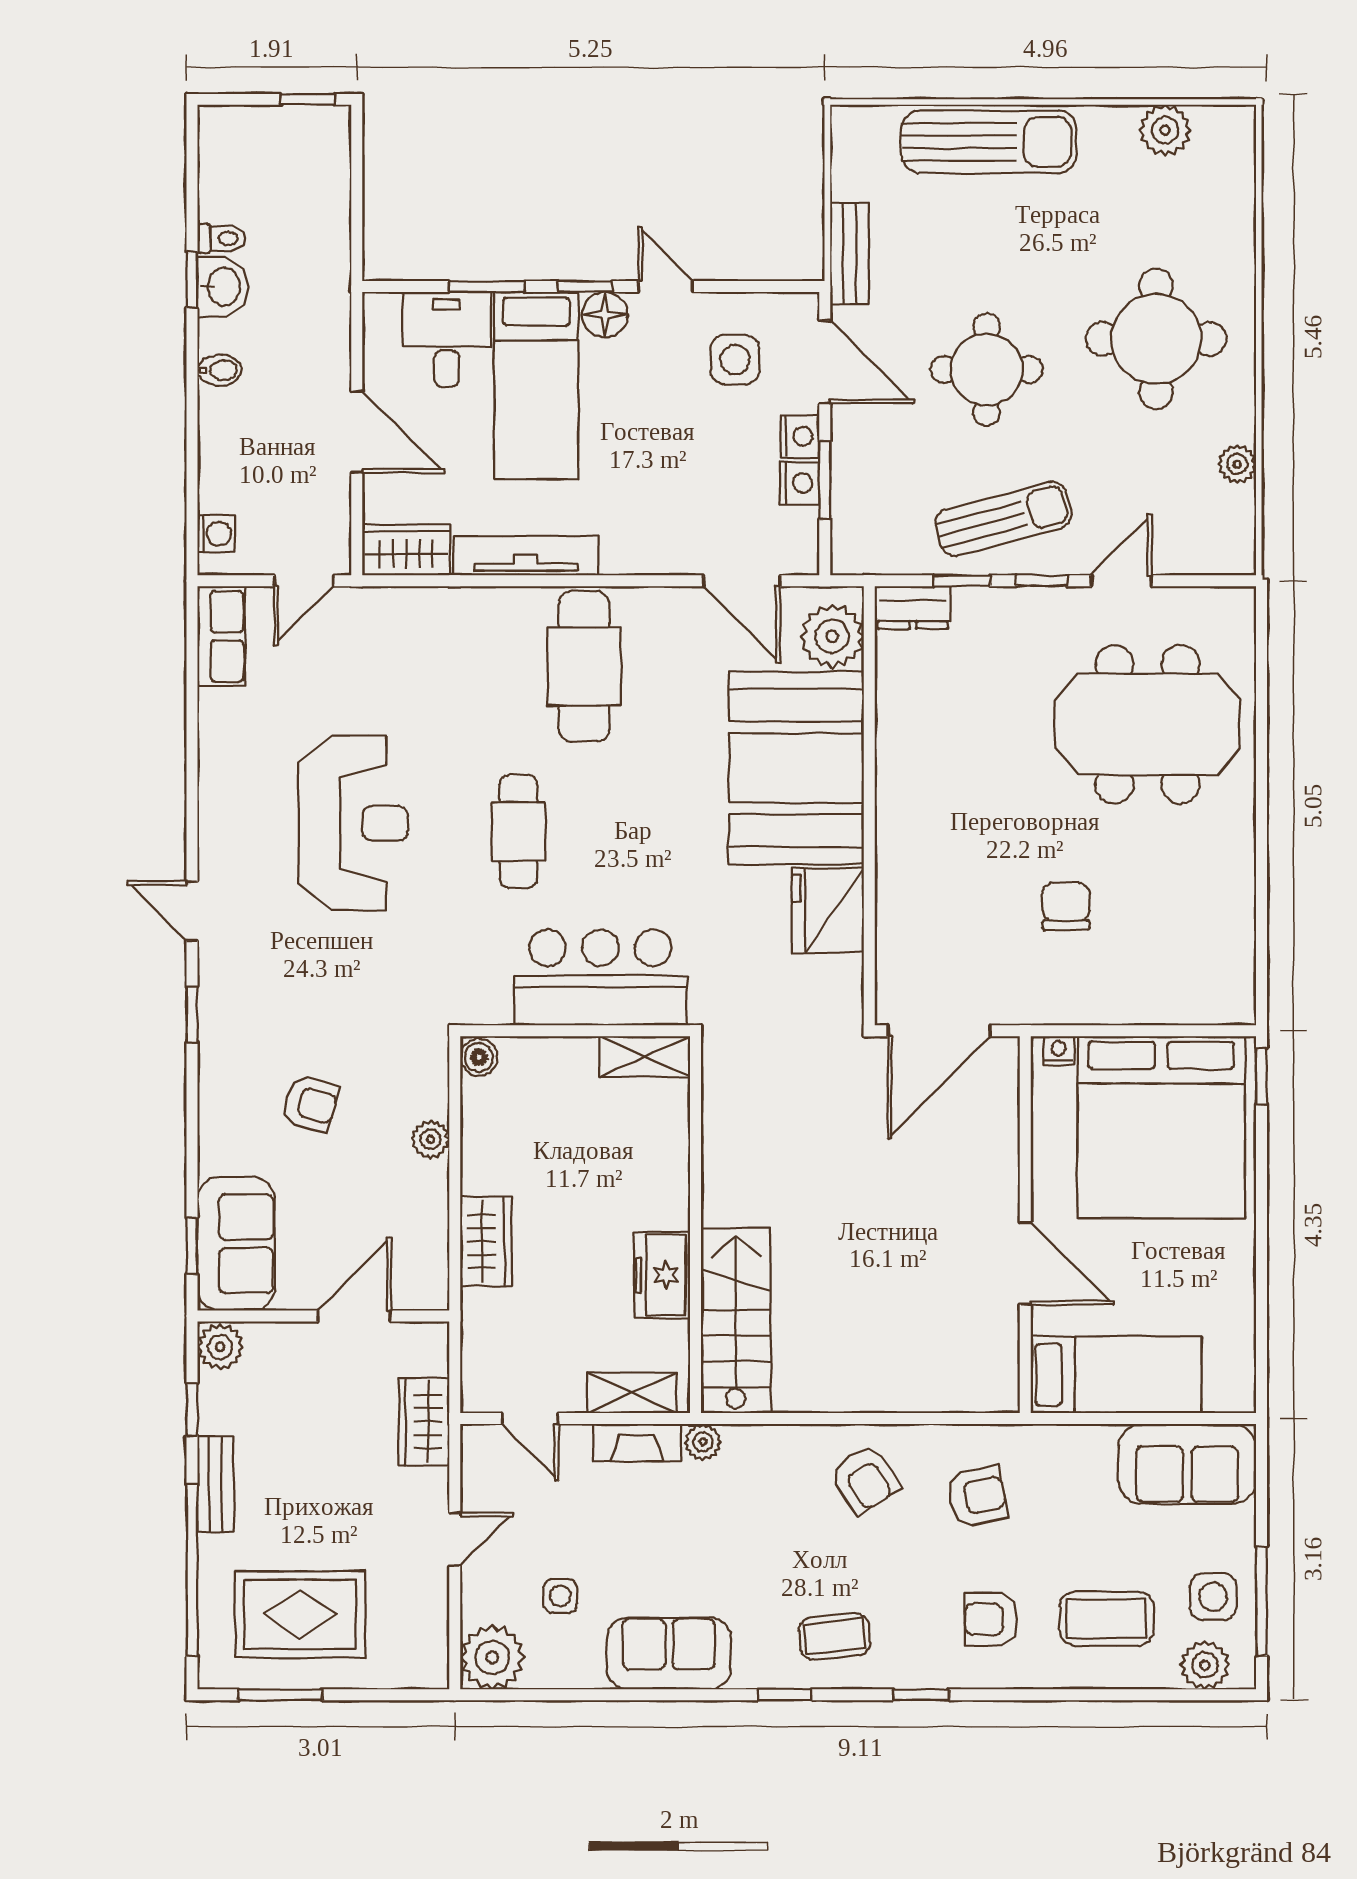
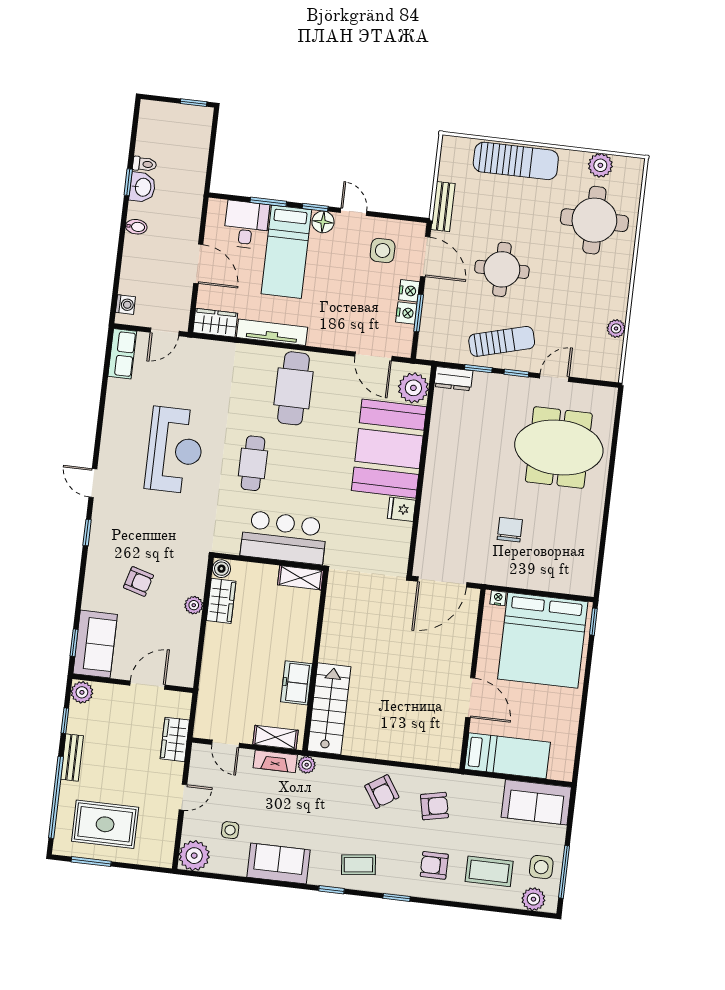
round table: (1156, 339) -> (594, 220), moved
fridge: (828, 910) -> (401, 509), width x0.53, depth x0.75
wardrobe: (486, 1241) -> (221, 601), moved

